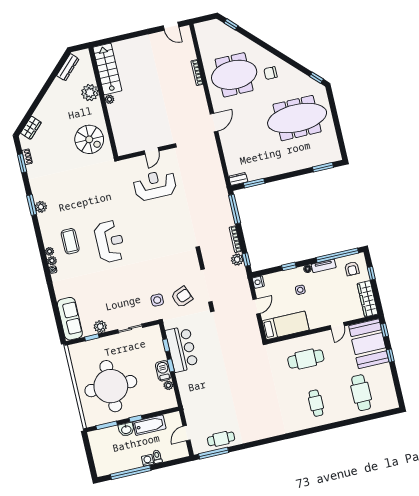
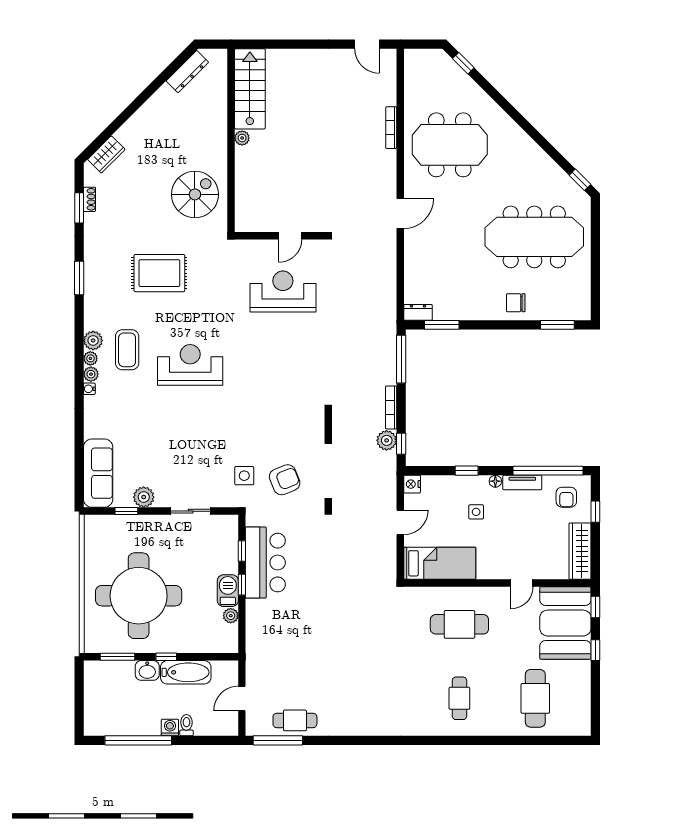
chair: (271, 73) -> (516, 303), moved
plant: (90, 93) -> (213, 120), removed
spiral stairs: (89, 139) -> (195, 194), turned -90
rug: (79, 191) -> (159, 273), added
plant: (41, 207) -> (93, 340), moved
reception desk: (110, 242) -> (190, 365), turned -90

